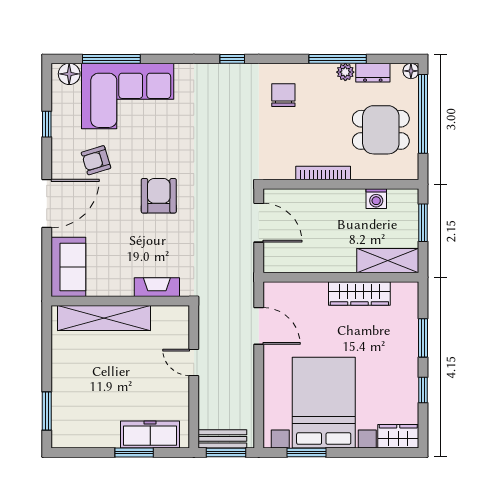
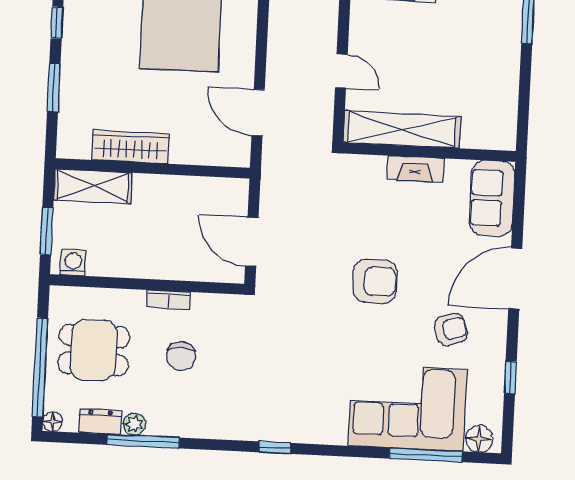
chair: (283, 95) -> (181, 356), moved
bookcase: (323, 173) -> (168, 300), width x0.64
armchair: (159, 196) -> (375, 281), turned -90
washing machine: (376, 199) -> (73, 263), moved
fireplace: (157, 287) -> (415, 169), moved
shelving: (104, 318) -> (402, 130), moved

